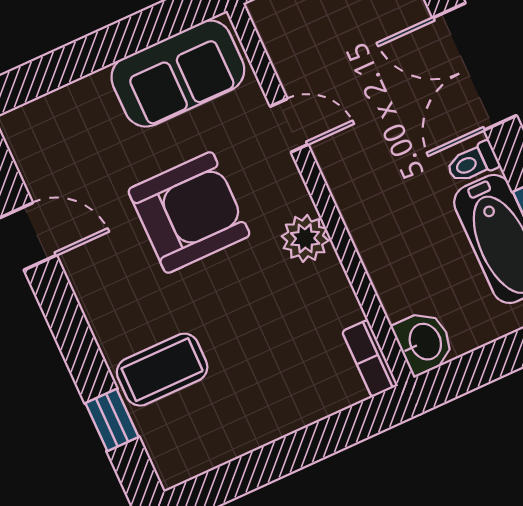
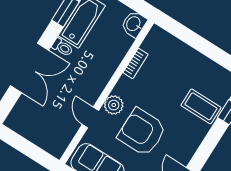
plant: (305, 238) -> (114, 105), moved
bookcase: (370, 358) -> (136, 63), moved

